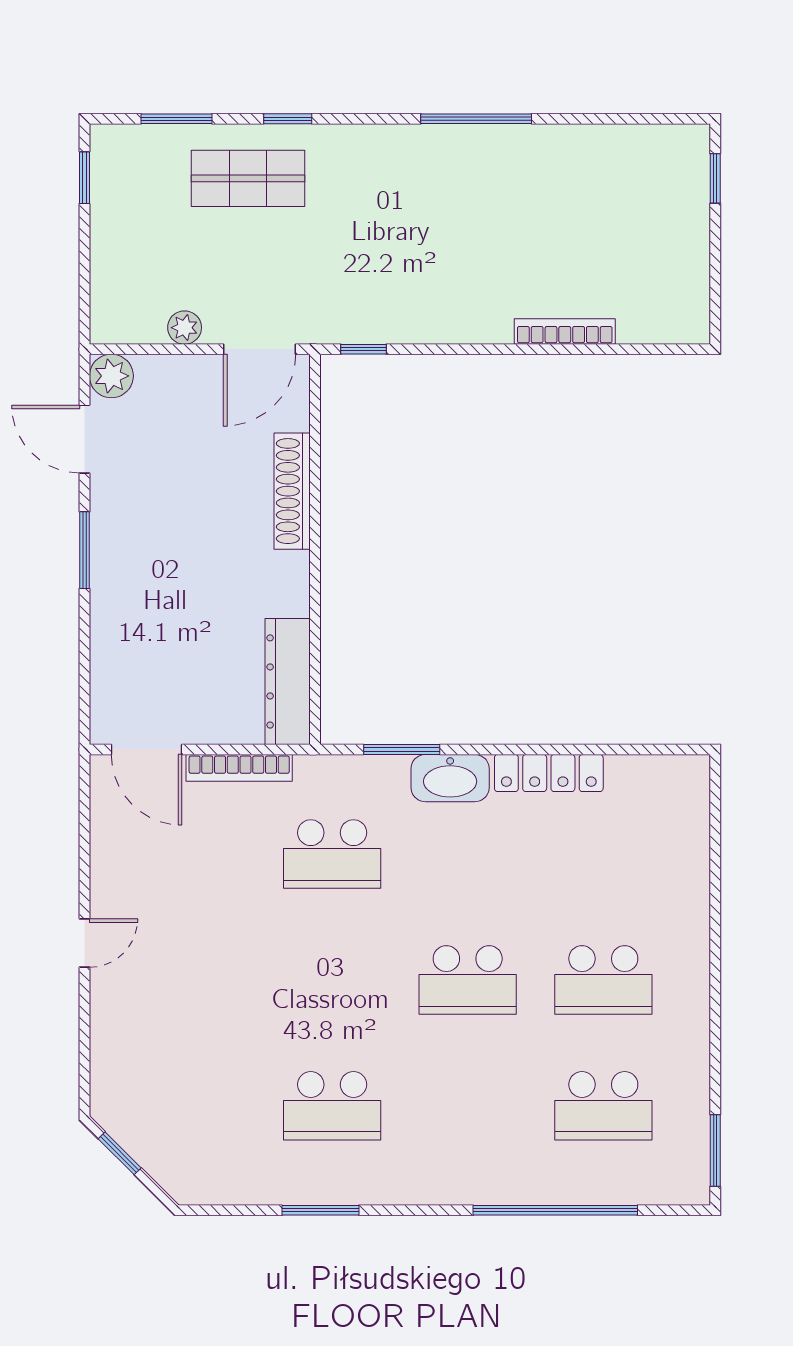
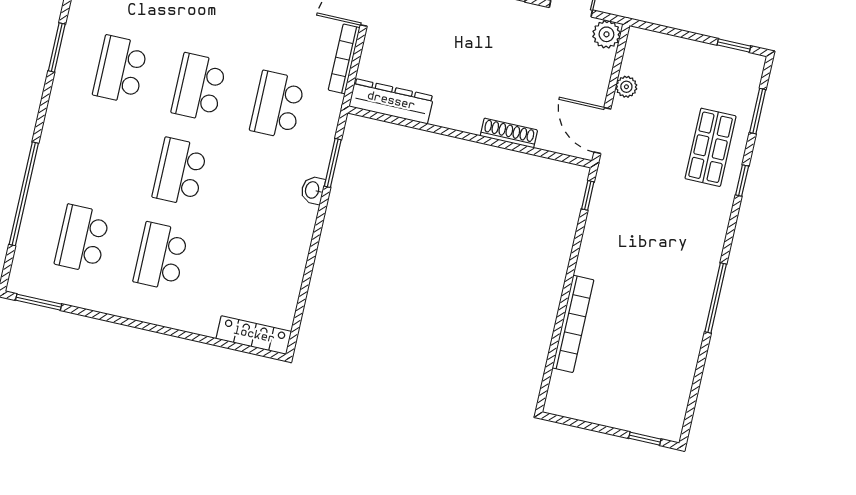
bookcase: (565, 332) -> (573, 324), width x1.48, depth x1.31
shoe rack: (292, 491) -> (509, 133), width x0.74, depth x0.81
locker: (549, 773) -> (254, 335), moved, turned 90
washbasin: (450, 778) -> (313, 190), width x0.52, depth x0.69
school desk: (332, 980) -> (199, 87), added

